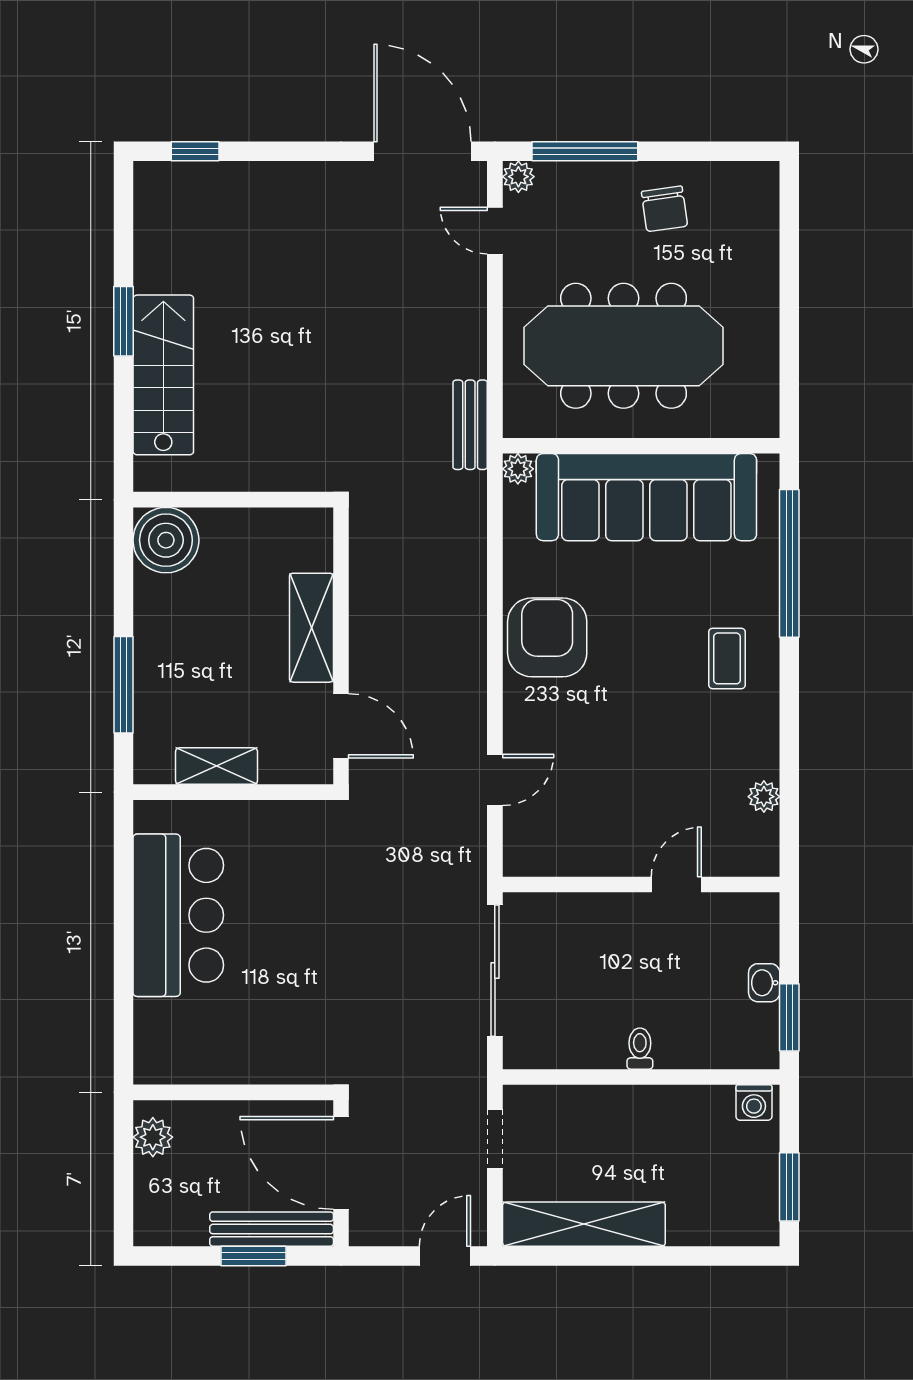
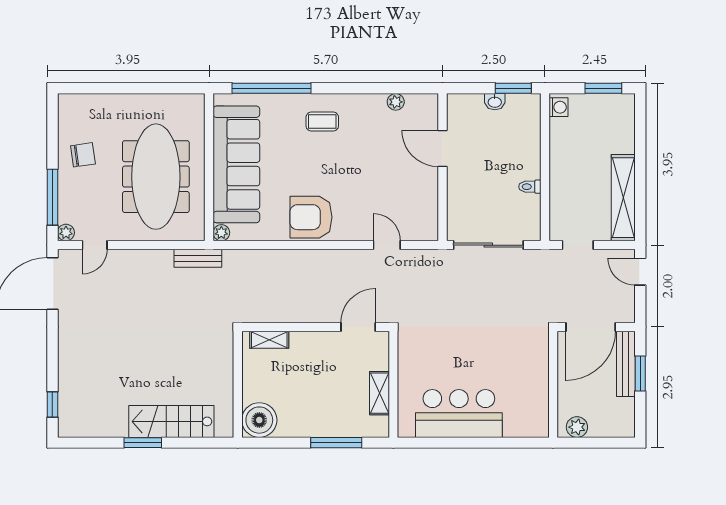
shelving: (311, 628) -> (269, 340), moved, width x0.67, depth x0.75
door: (676, 885) -> (443, 148), width x1.38
toilet: (640, 1049) -> (530, 187), moved

